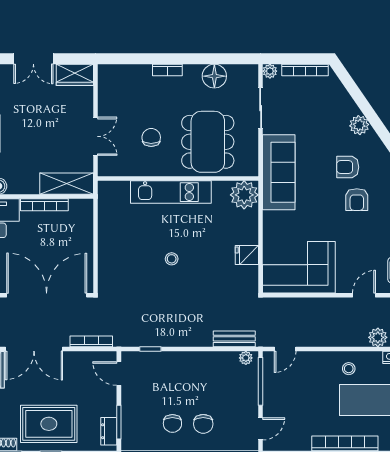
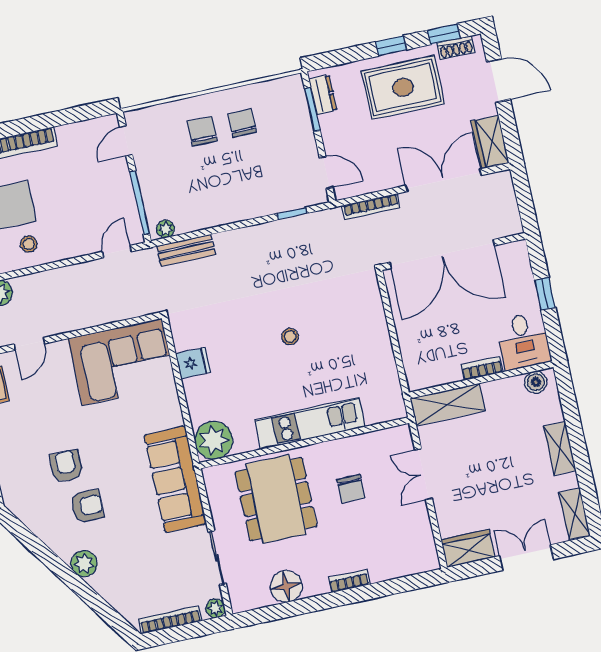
bookcase: (44, 205) -> (482, 368), width x0.64

